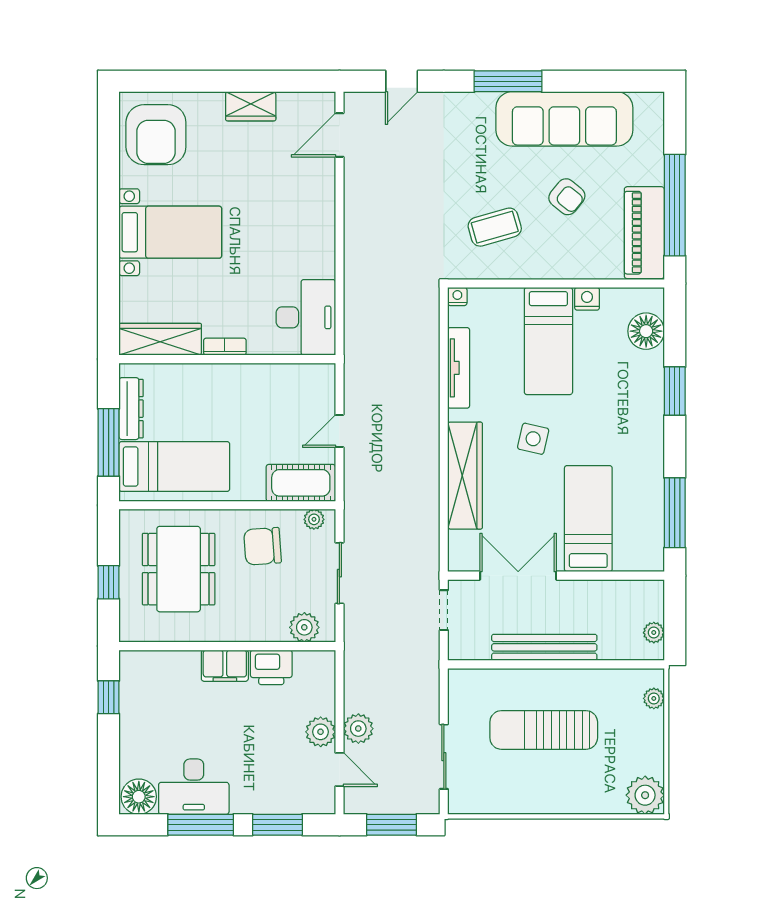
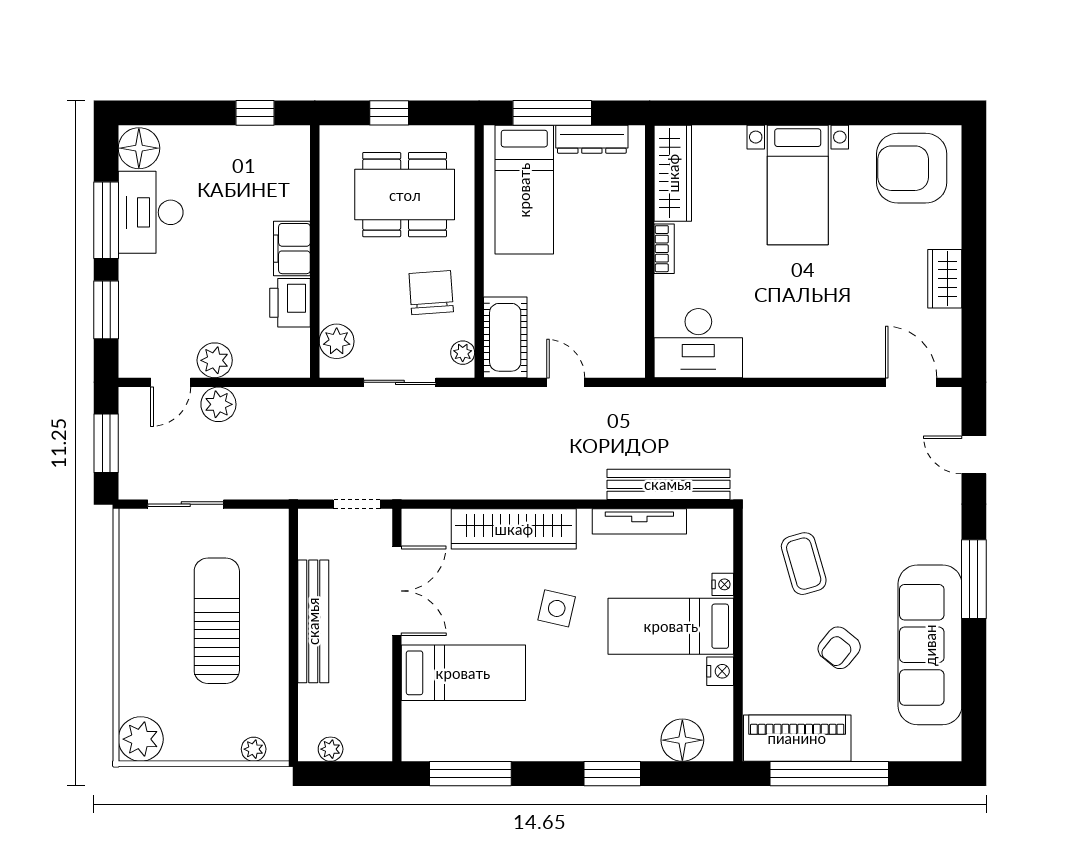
nightstand: (457, 296) -> (723, 584), moved
bench: (427, 343) -> (668, 484), added

